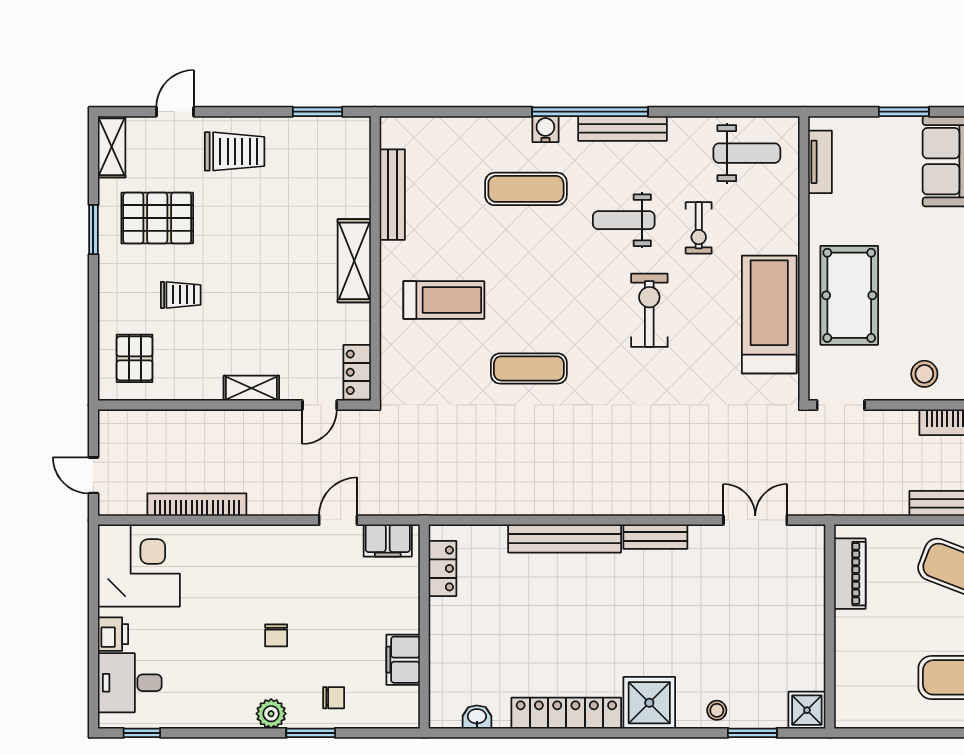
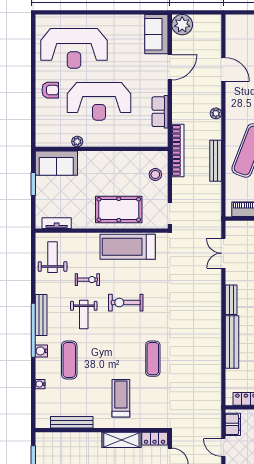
water cooler: (474, 126) -> (40, 384), added
shelving: (354, 261) -> (121, 440), moved

